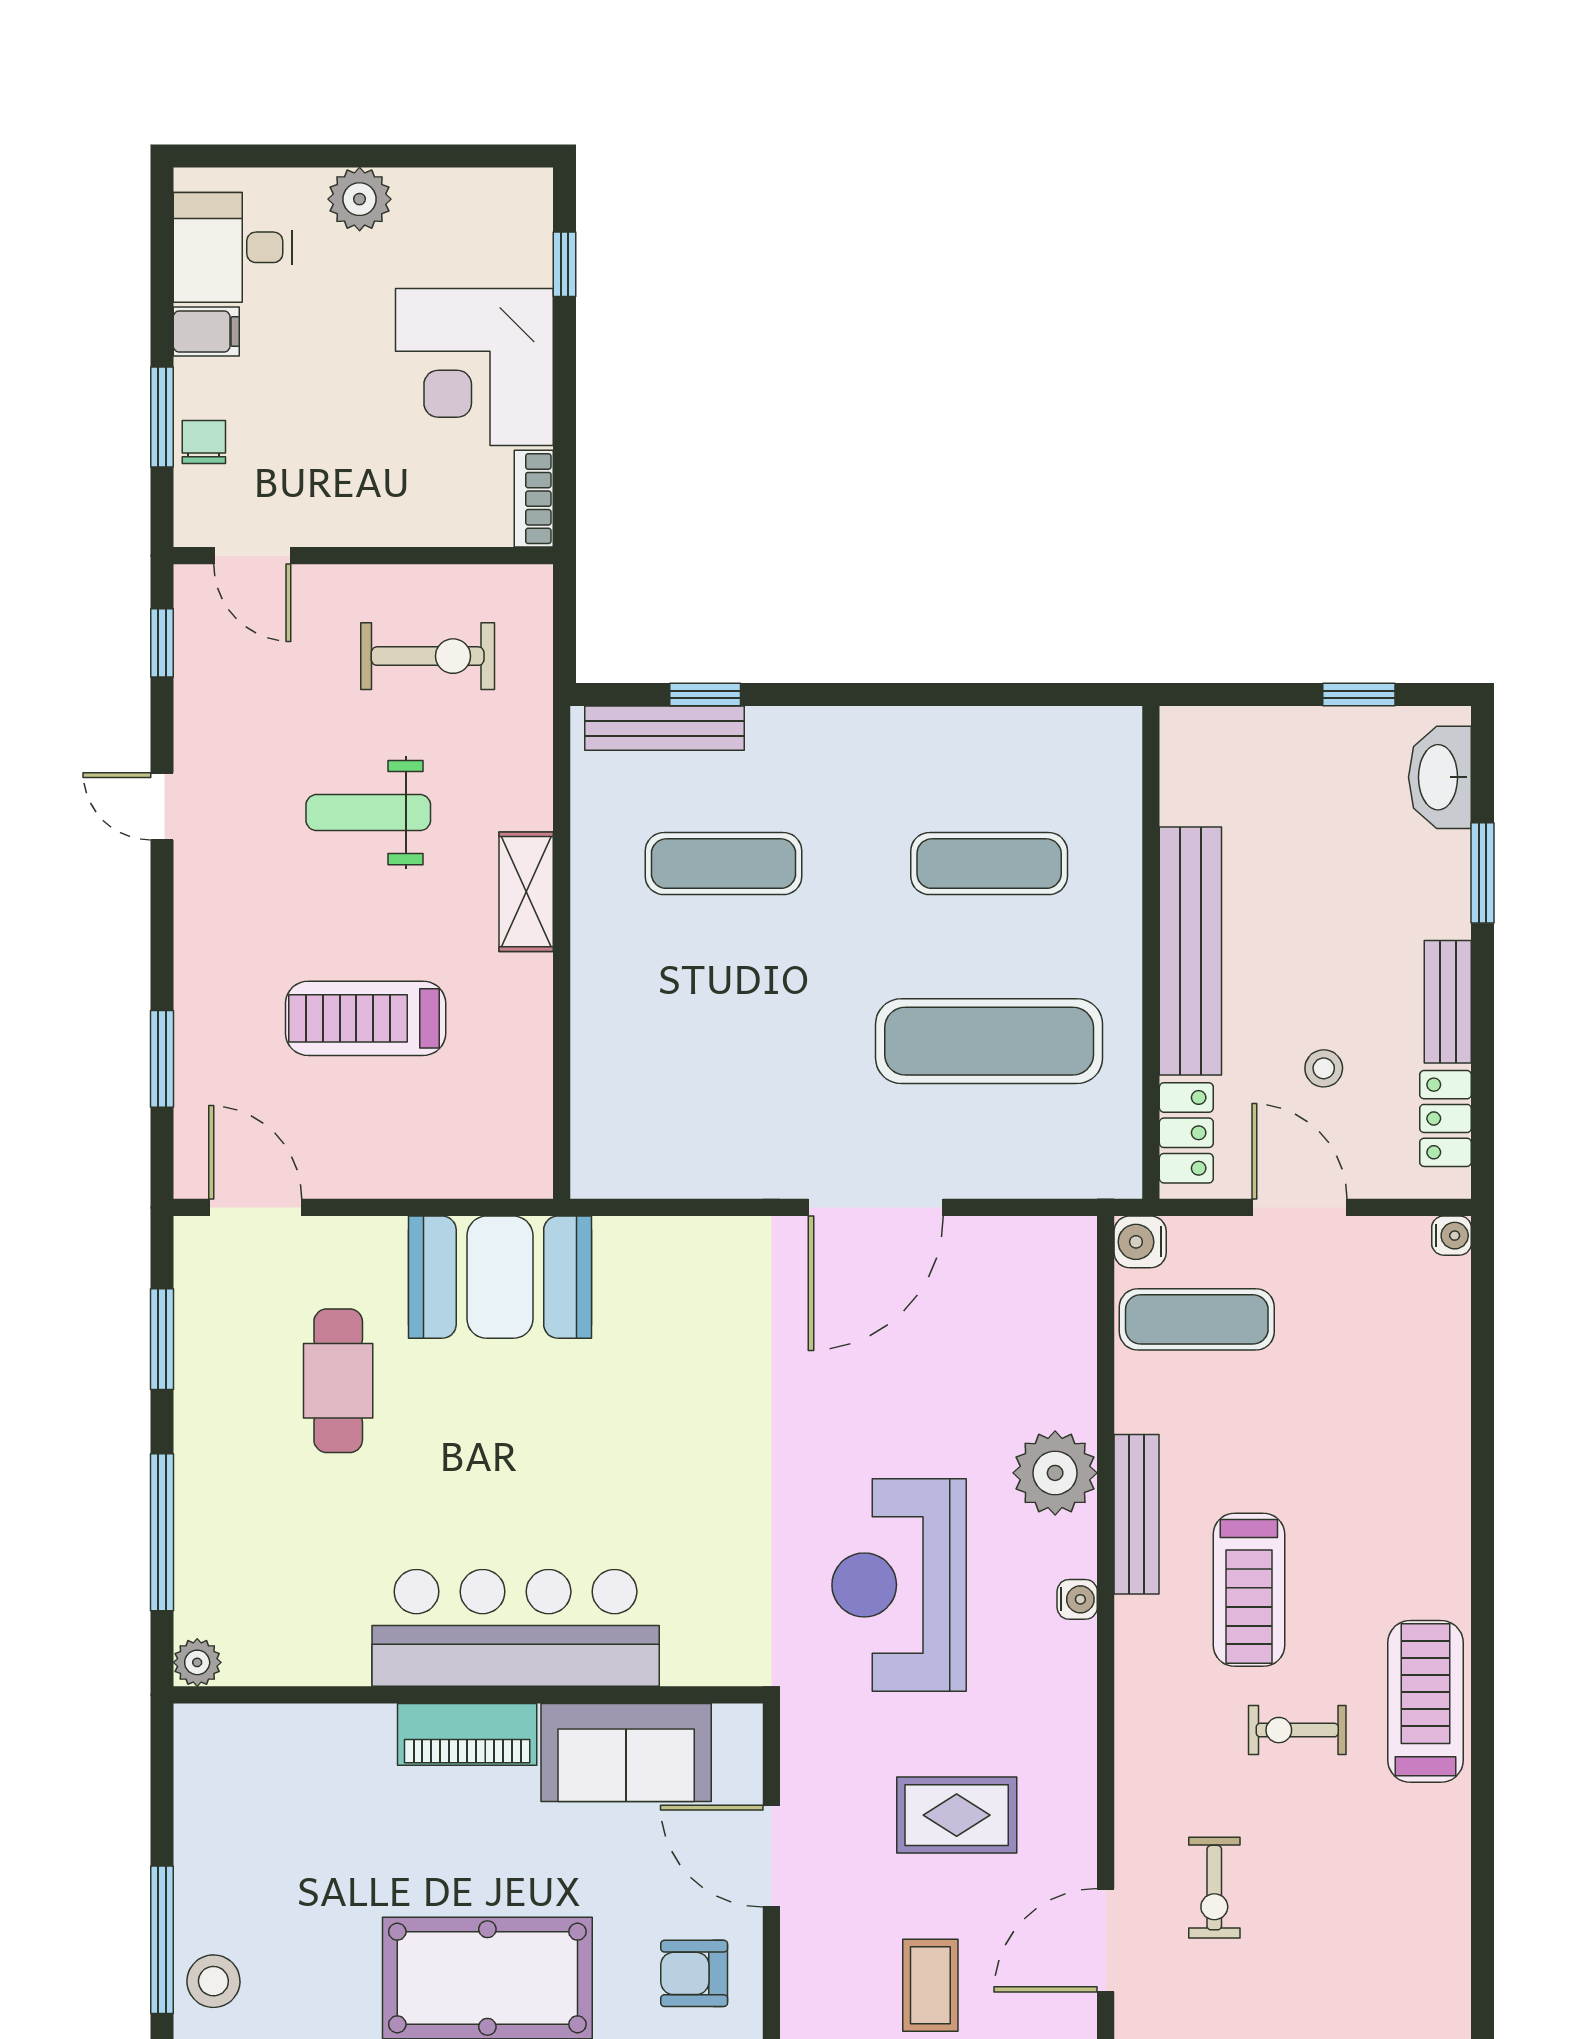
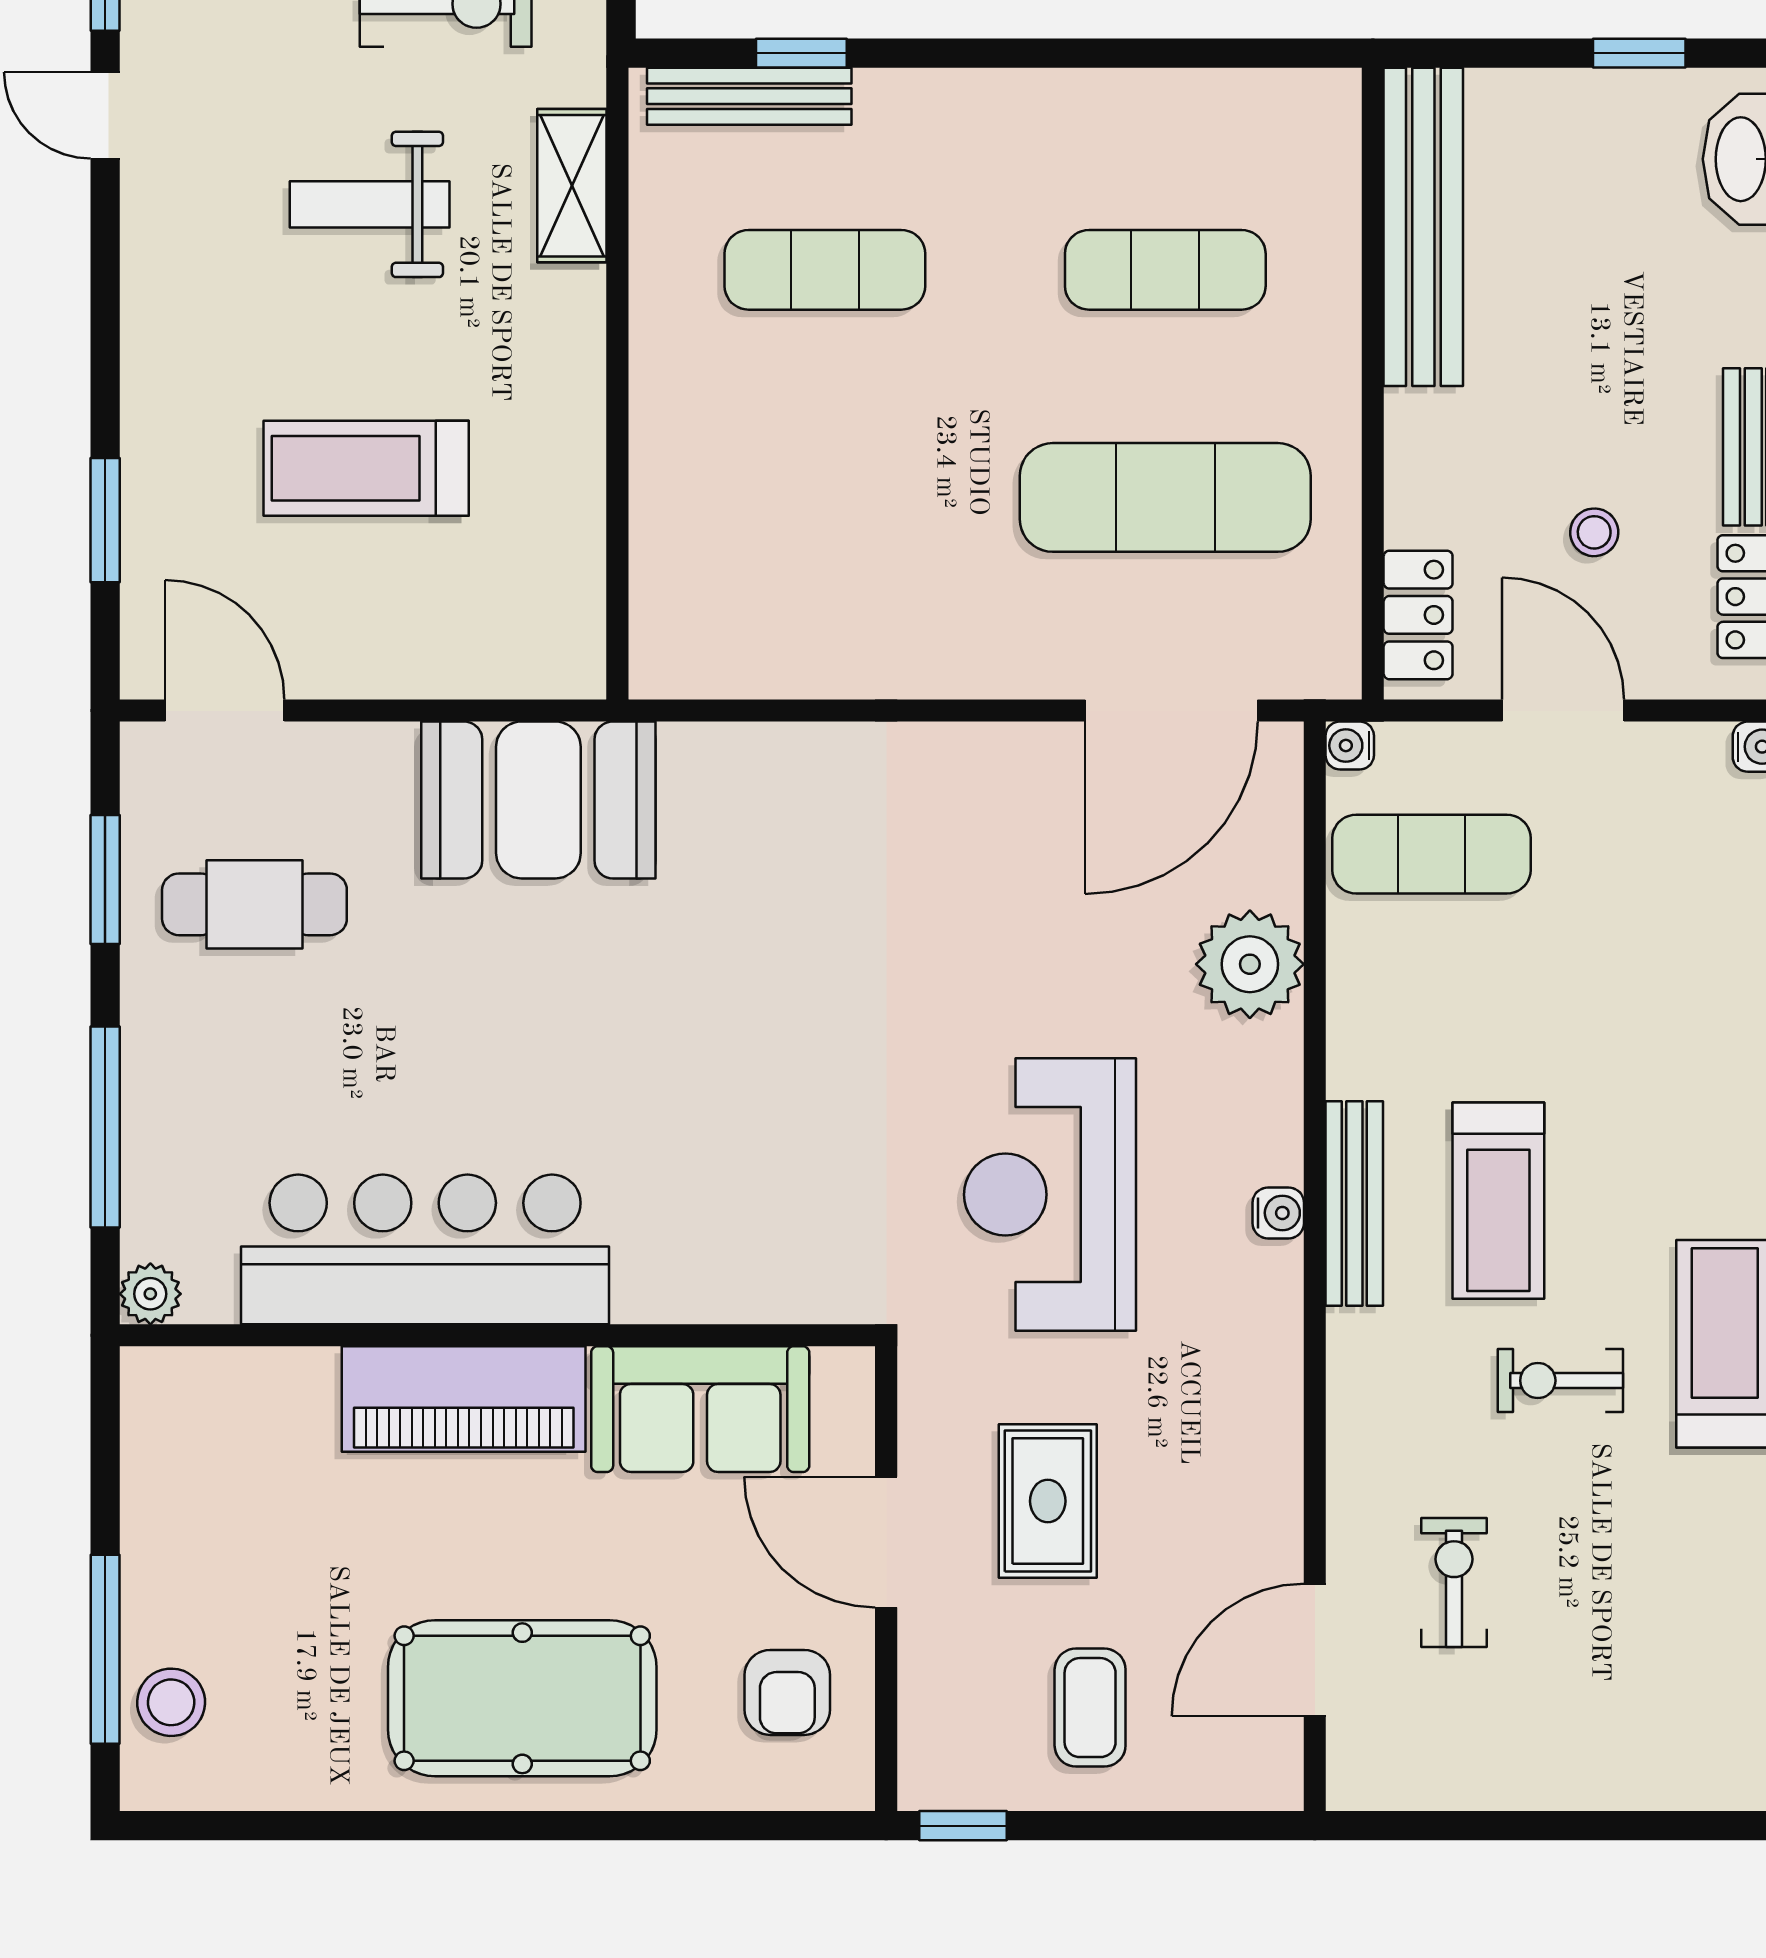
door: (162, 806) -> (105, 115), moved
shelving: (526, 892) -> (572, 186), moved
bench: (1190, 951) -> (1423, 227), moved
door: (876, 1207) -> (1171, 711), moved
water cooler: (1140, 1242) -> (1350, 746), width x0.72, depth x0.72
cafe table: (338, 1381) -> (254, 904), moved, turned 90
plant: (1055, 1473) -> (1250, 964), moved
bench: (1137, 1514) -> (1354, 1204), moved
bar counter: (516, 1628) -> (425, 1249), moved
piano: (467, 1734) -> (464, 1399), width x1.37, depth x1.33
rug: (957, 1815) -> (1048, 1501), moved, turned 90
exercise bike: (1214, 1888) -> (1454, 1582), turned 180
armchair: (694, 1973) -> (787, 1692), turned -90

